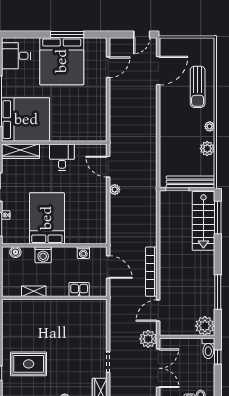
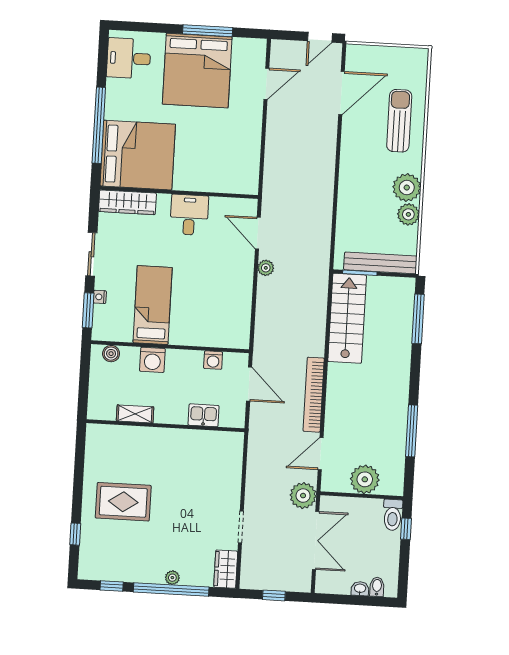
sun lounger: (198, 87) -> (399, 121), turned 180
plant: (210, 126) -> (407, 188), width x1.88, depth x1.88
bed: (47, 218) -> (153, 305), width x0.67
stairs: (203, 221) -> (347, 318), moved, turned 180
plant: (205, 326) -> (365, 479), moved
rug: (29, 364) -> (123, 502), moved

